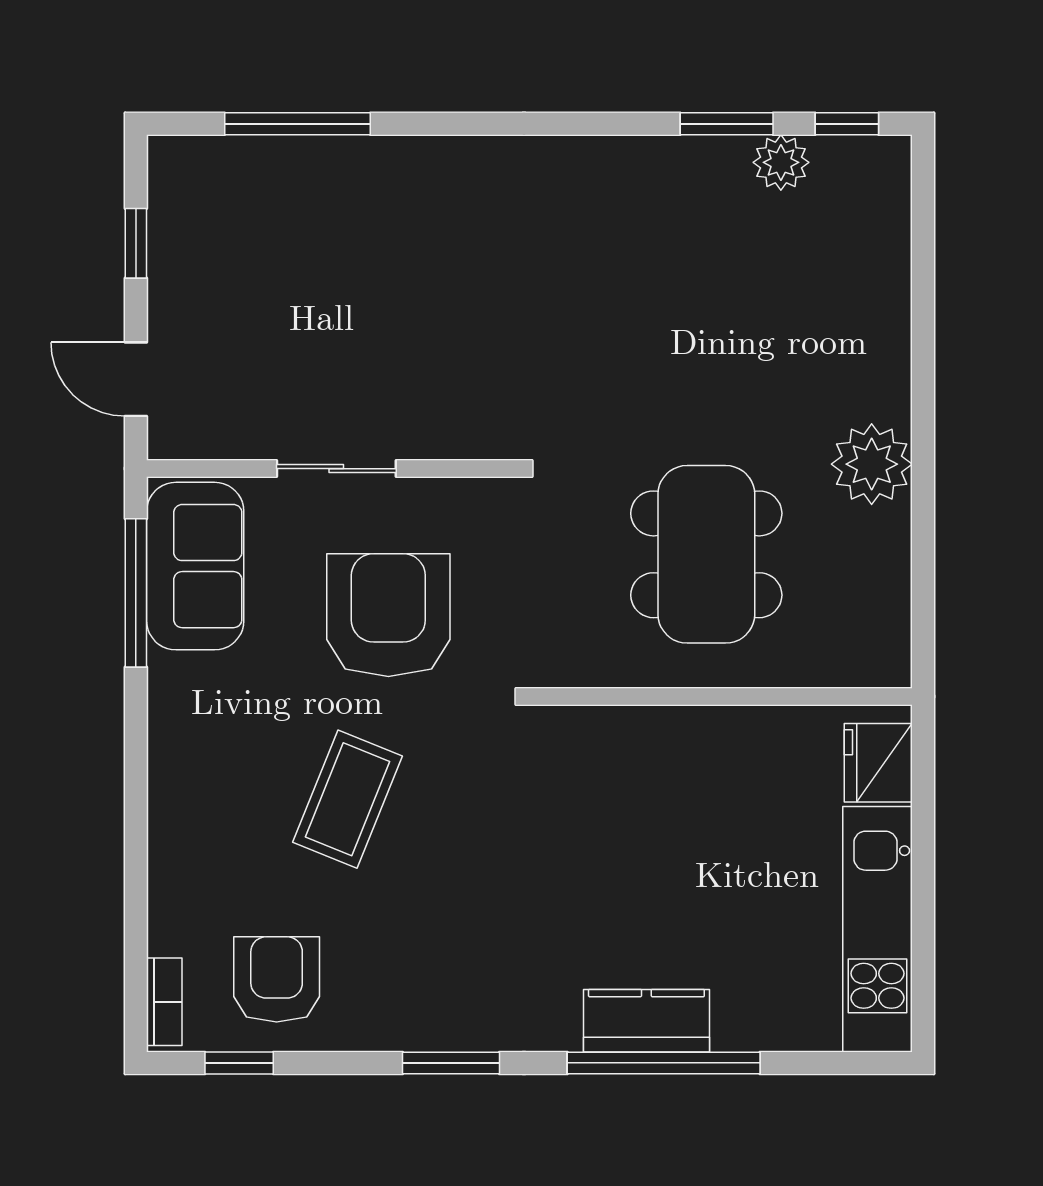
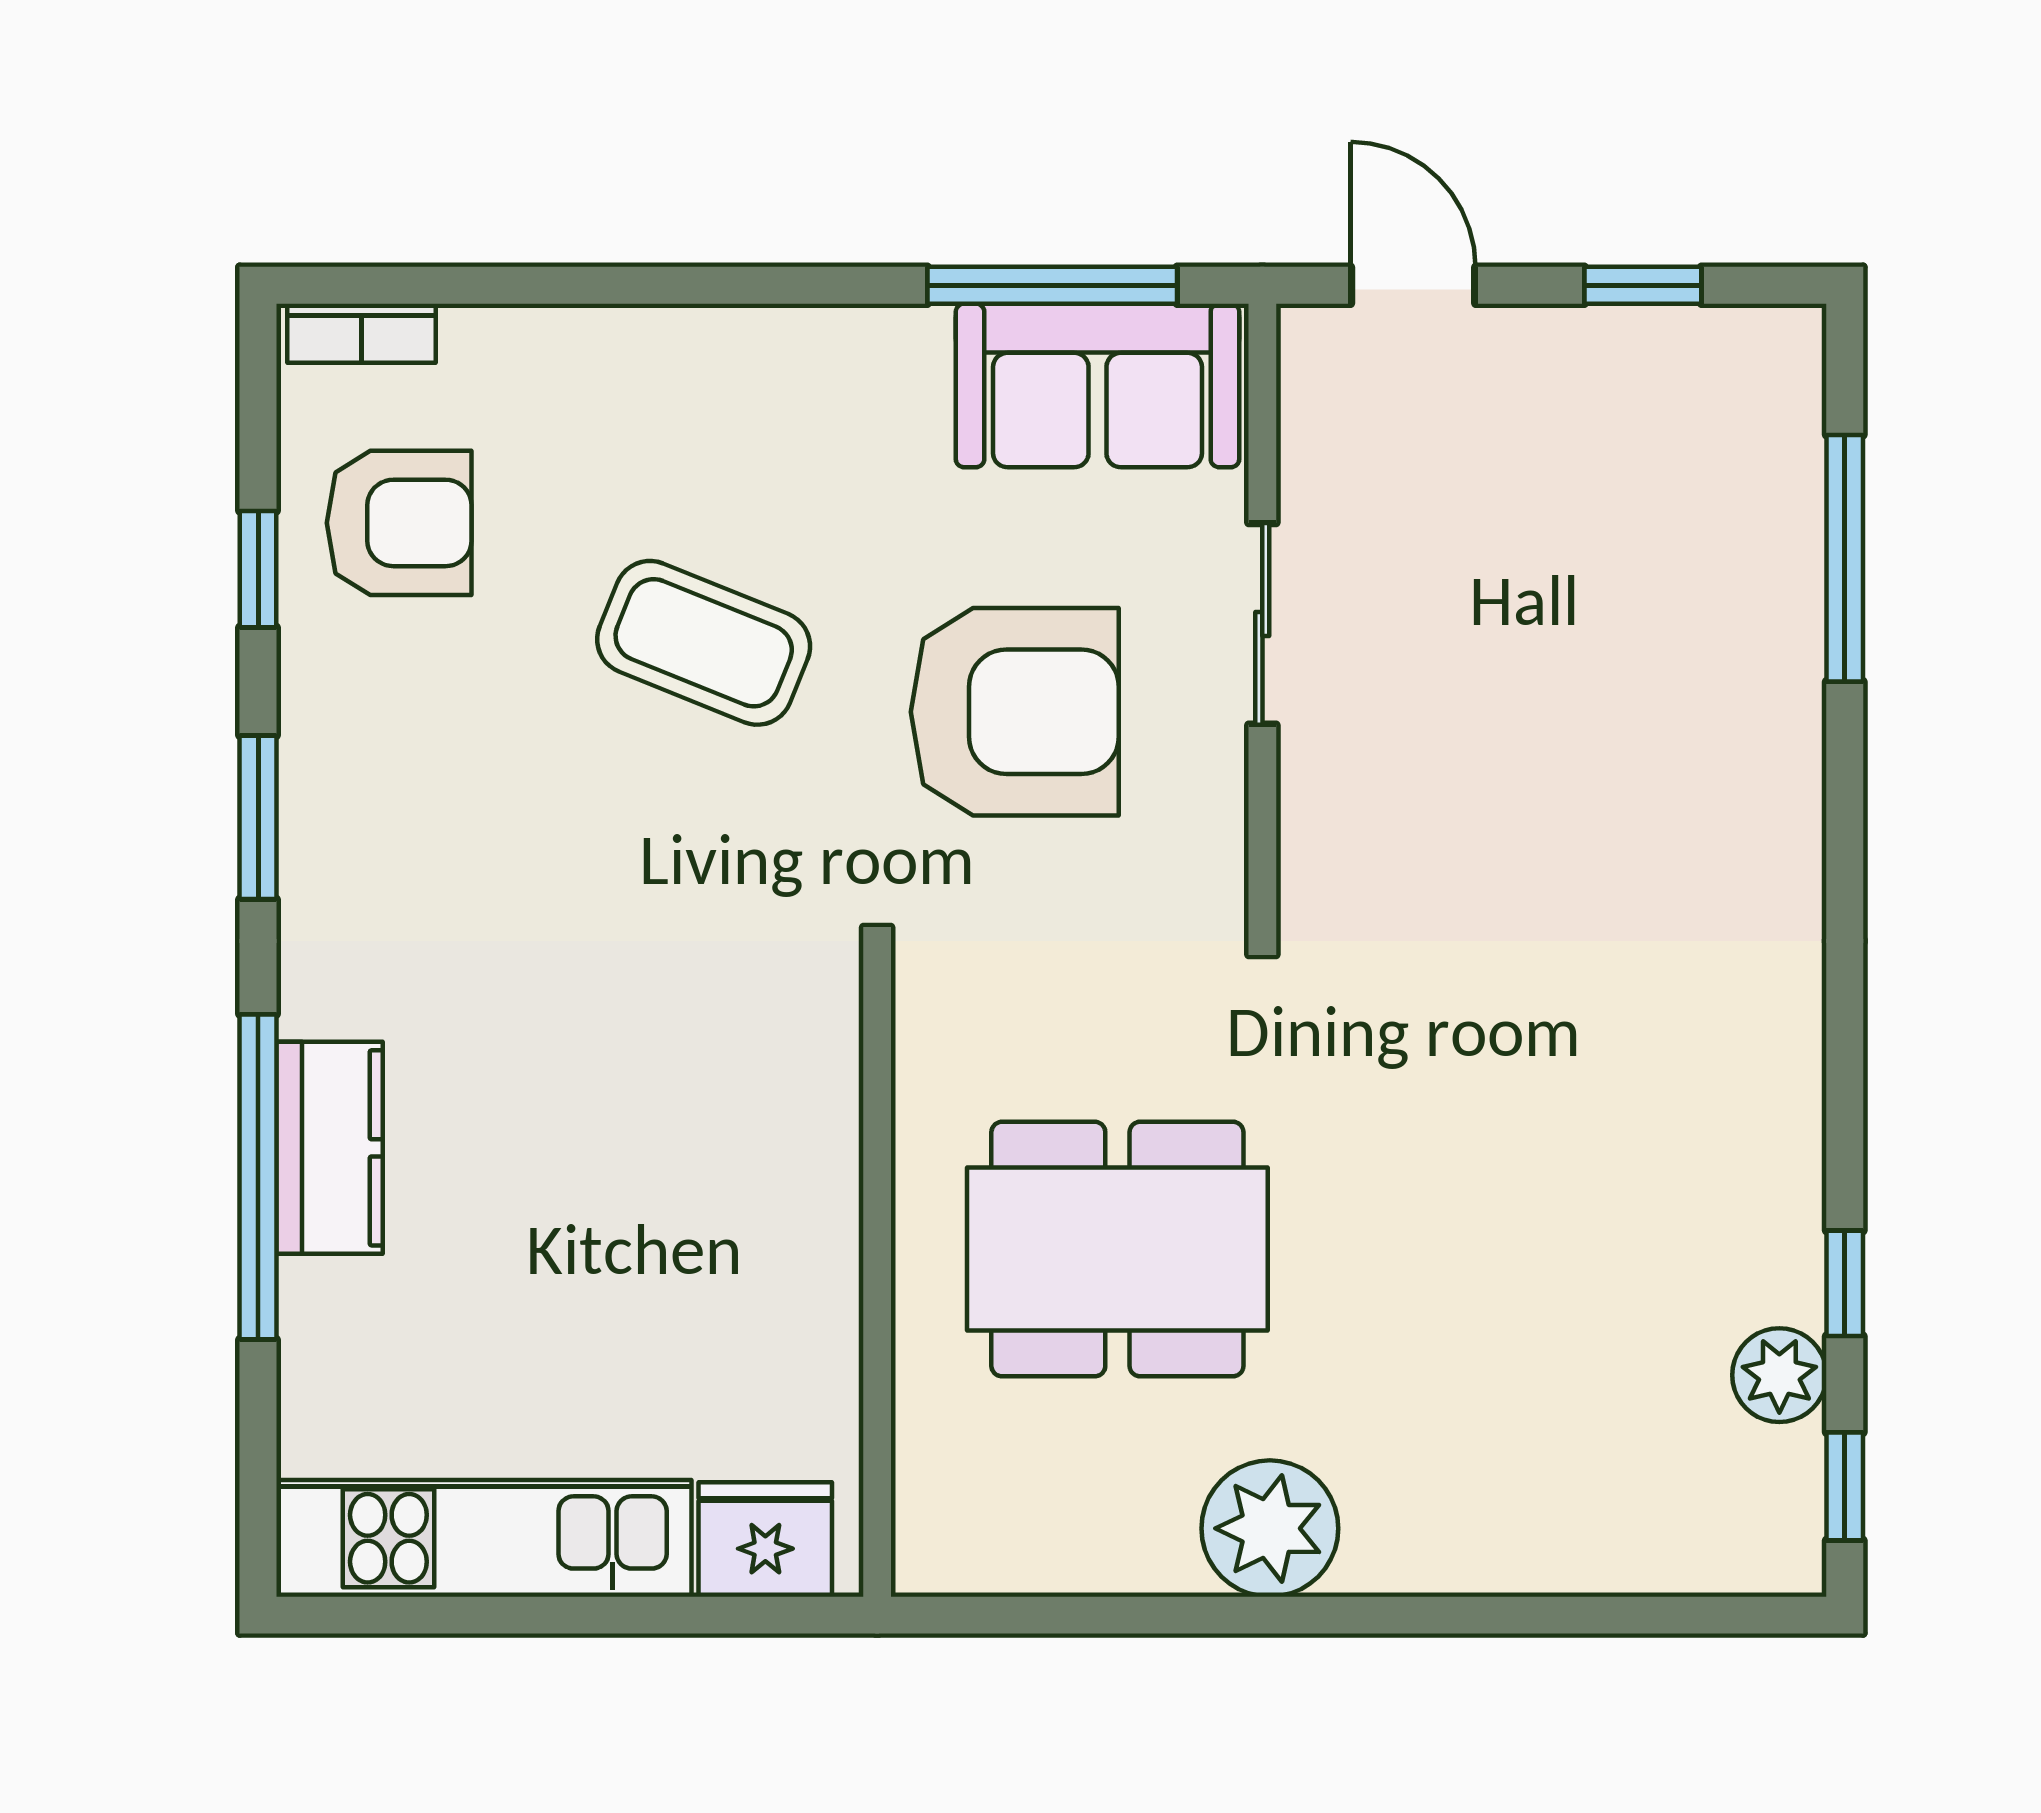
window: (727, 124) -> (1845, 1283), width x0.67
door: (136, 379) -> (1413, 285), hinge flipped
window: (239, 1063) -> (258, 569), moved

